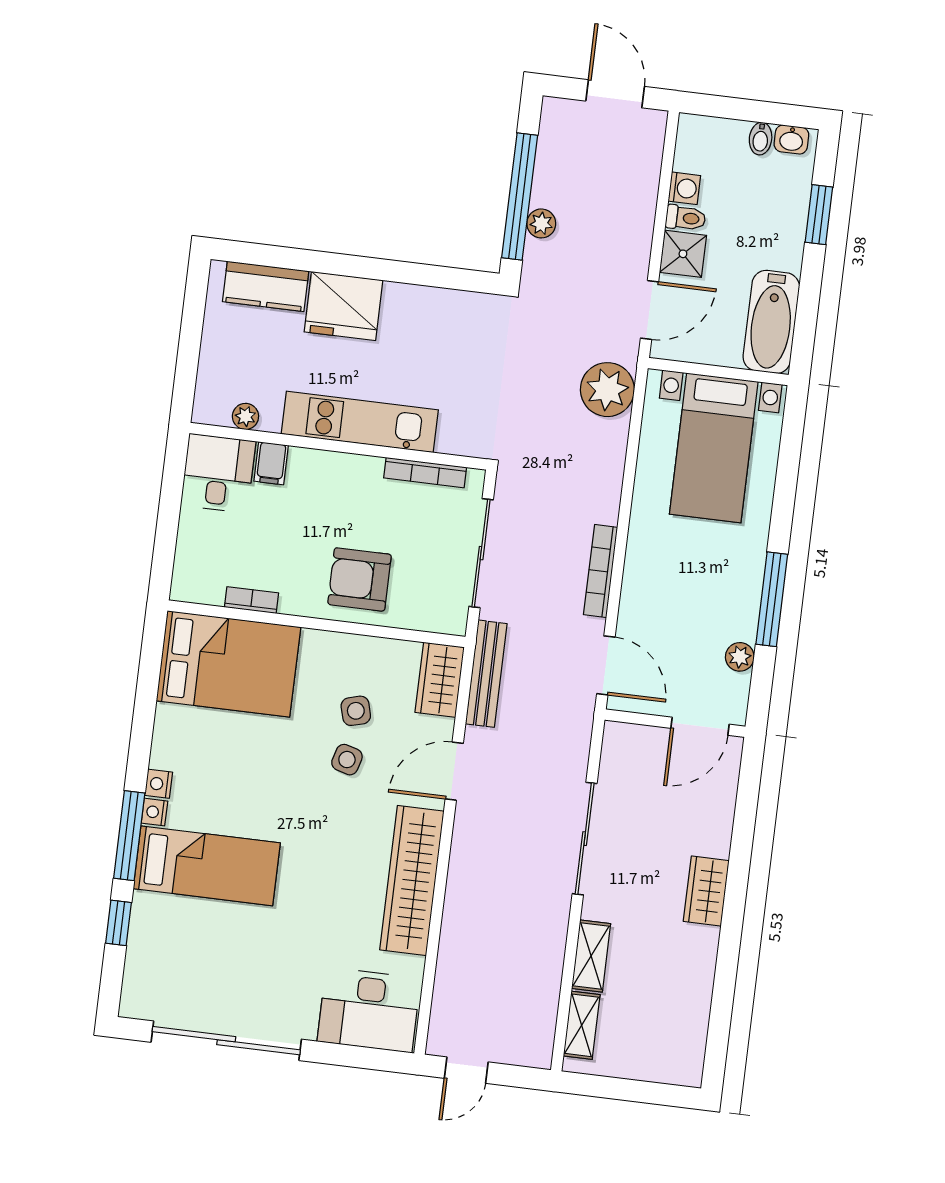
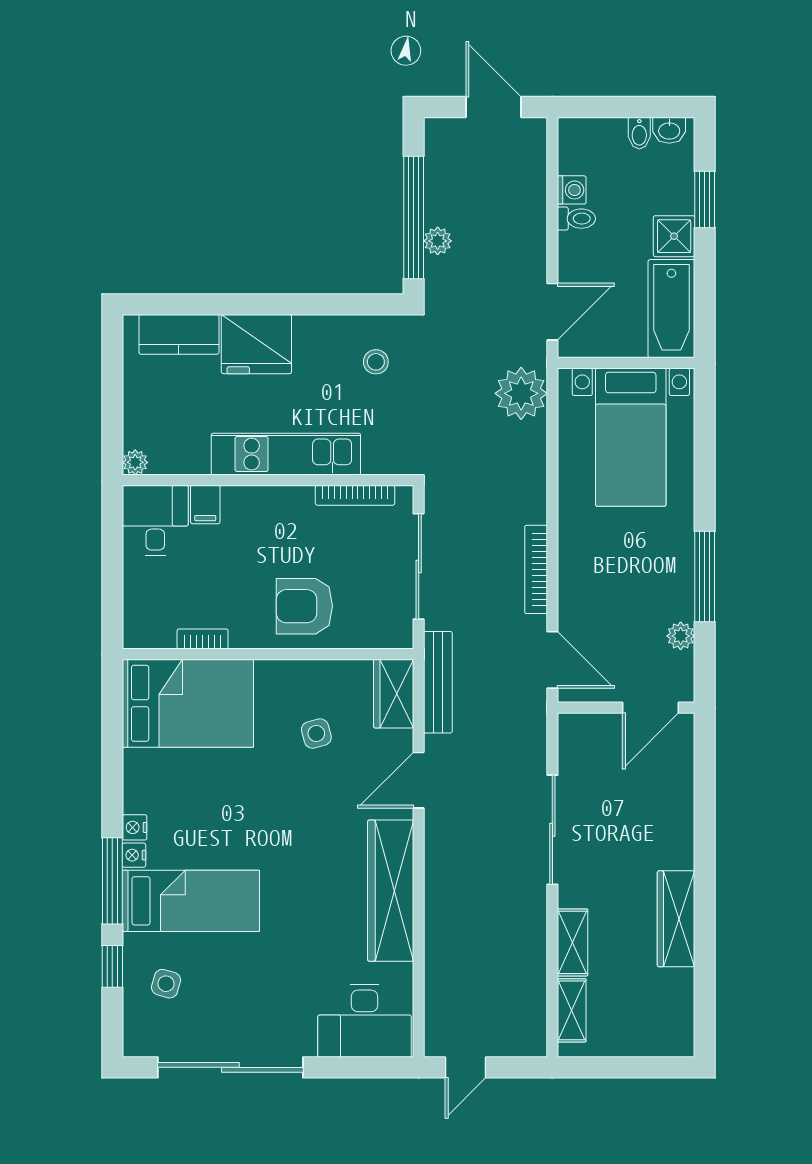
shower: (683, 254) -> (674, 236), moved
stool: (463, 339) -> (376, 362), added
plant: (245, 416) -> (135, 462), moved
side table: (347, 760) -> (166, 984), moved
wardrobe: (706, 891) -> (676, 919), moved, width x1.50

